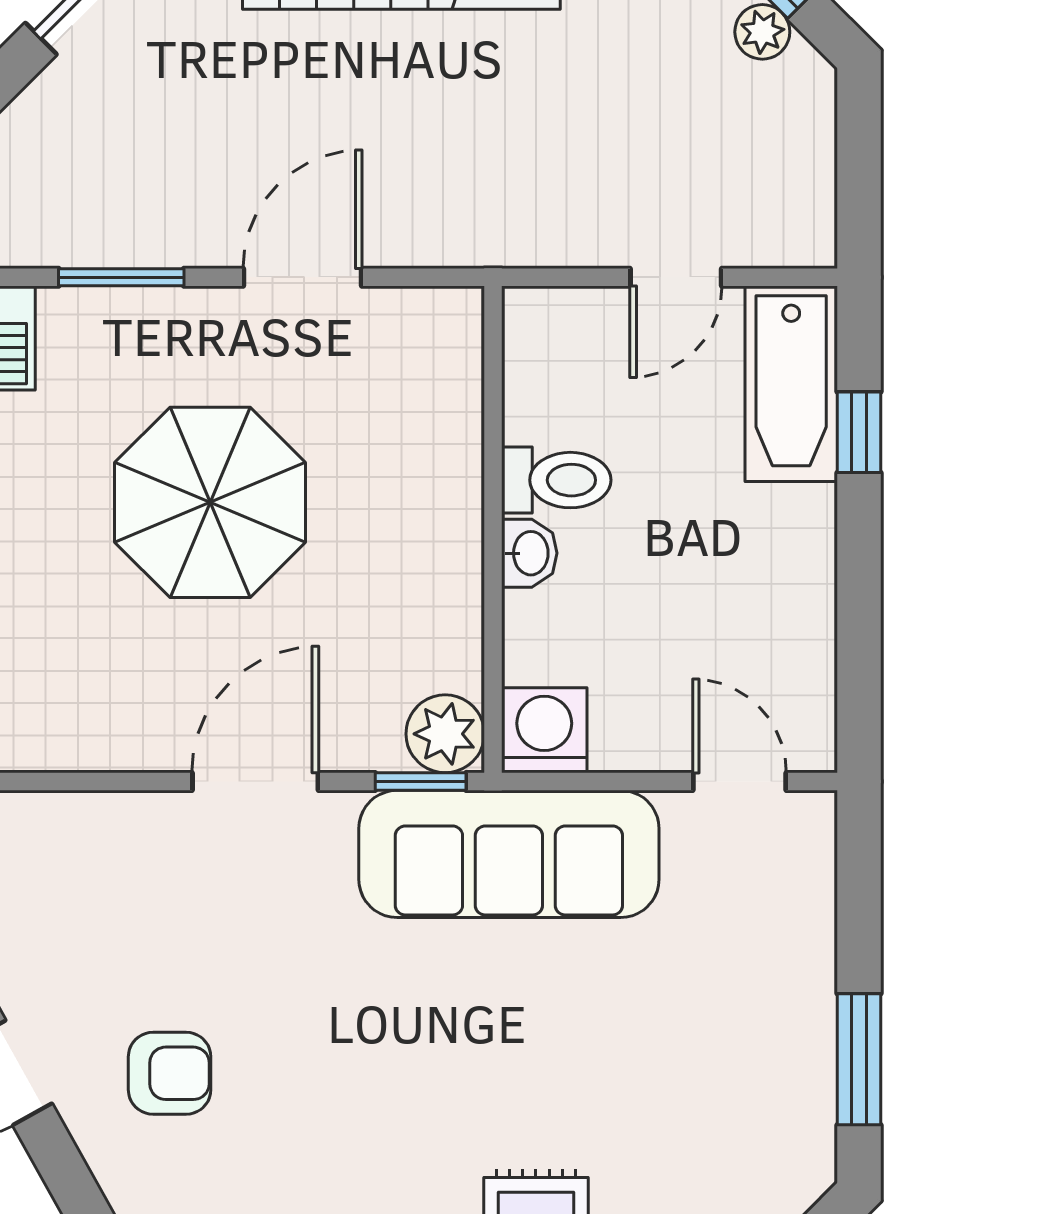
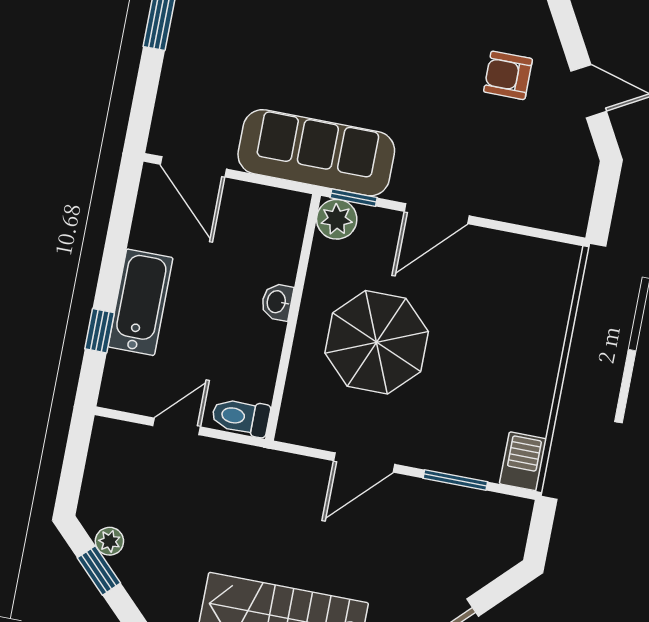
bathtub: (791, 384) -> (140, 302), moved
toilet: (556, 480) -> (241, 417), moved
parasol: (210, 502) -> (377, 342), moved
washing machine: (544, 730) -> (287, 211), removed
door: (740, 782) -> (193, 167), width x1.38

